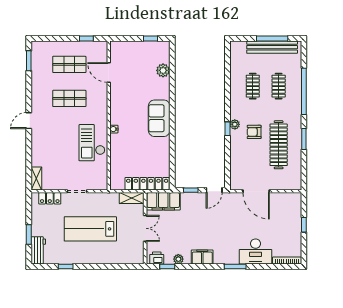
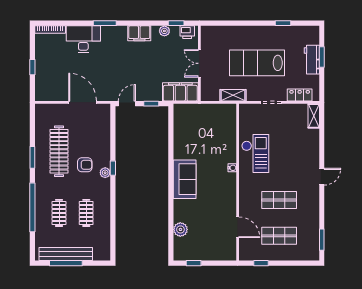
locker: (147, 184) -> (197, 110), removed
shelving: (132, 198) -> (233, 95), moved
lab bench: (90, 229) -> (257, 63), turned 180
workbench: (38, 250) -> (312, 60), moved

